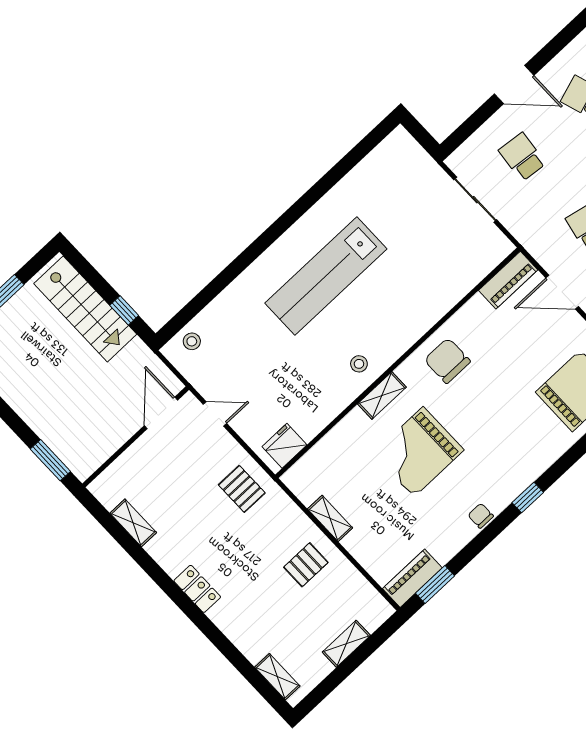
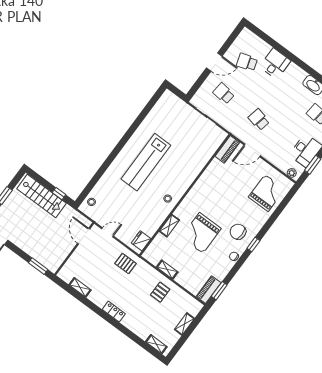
chair: (447, 361) -> (238, 232), moved
shelving: (382, 396) -> (169, 226), moved

